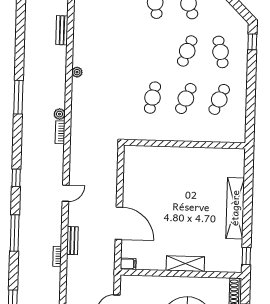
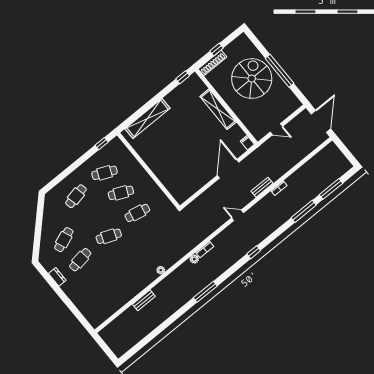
window: (252, 42) -> (102, 144), moved
cafe table: (187, 51) -> (109, 236), moved
shelving: (235, 208) -> (148, 118), moved
window: (15, 233) -> (304, 211), moved
shelving: (185, 264) -> (218, 109), width x1.47

